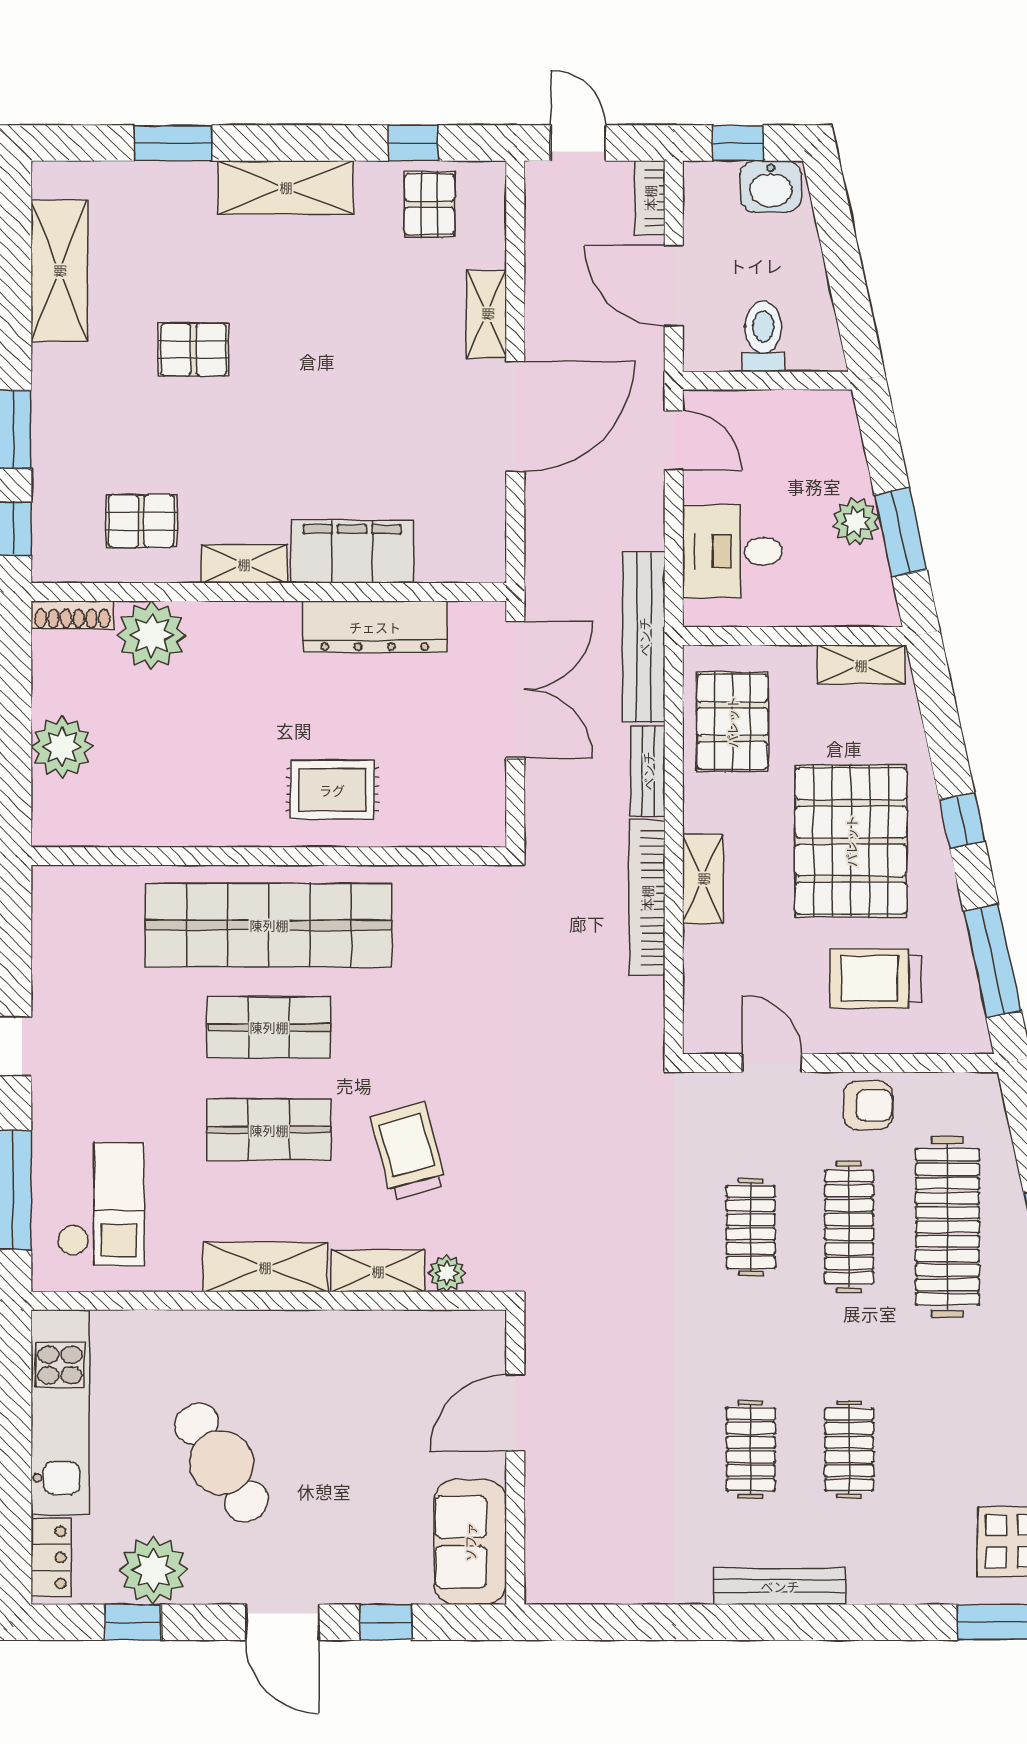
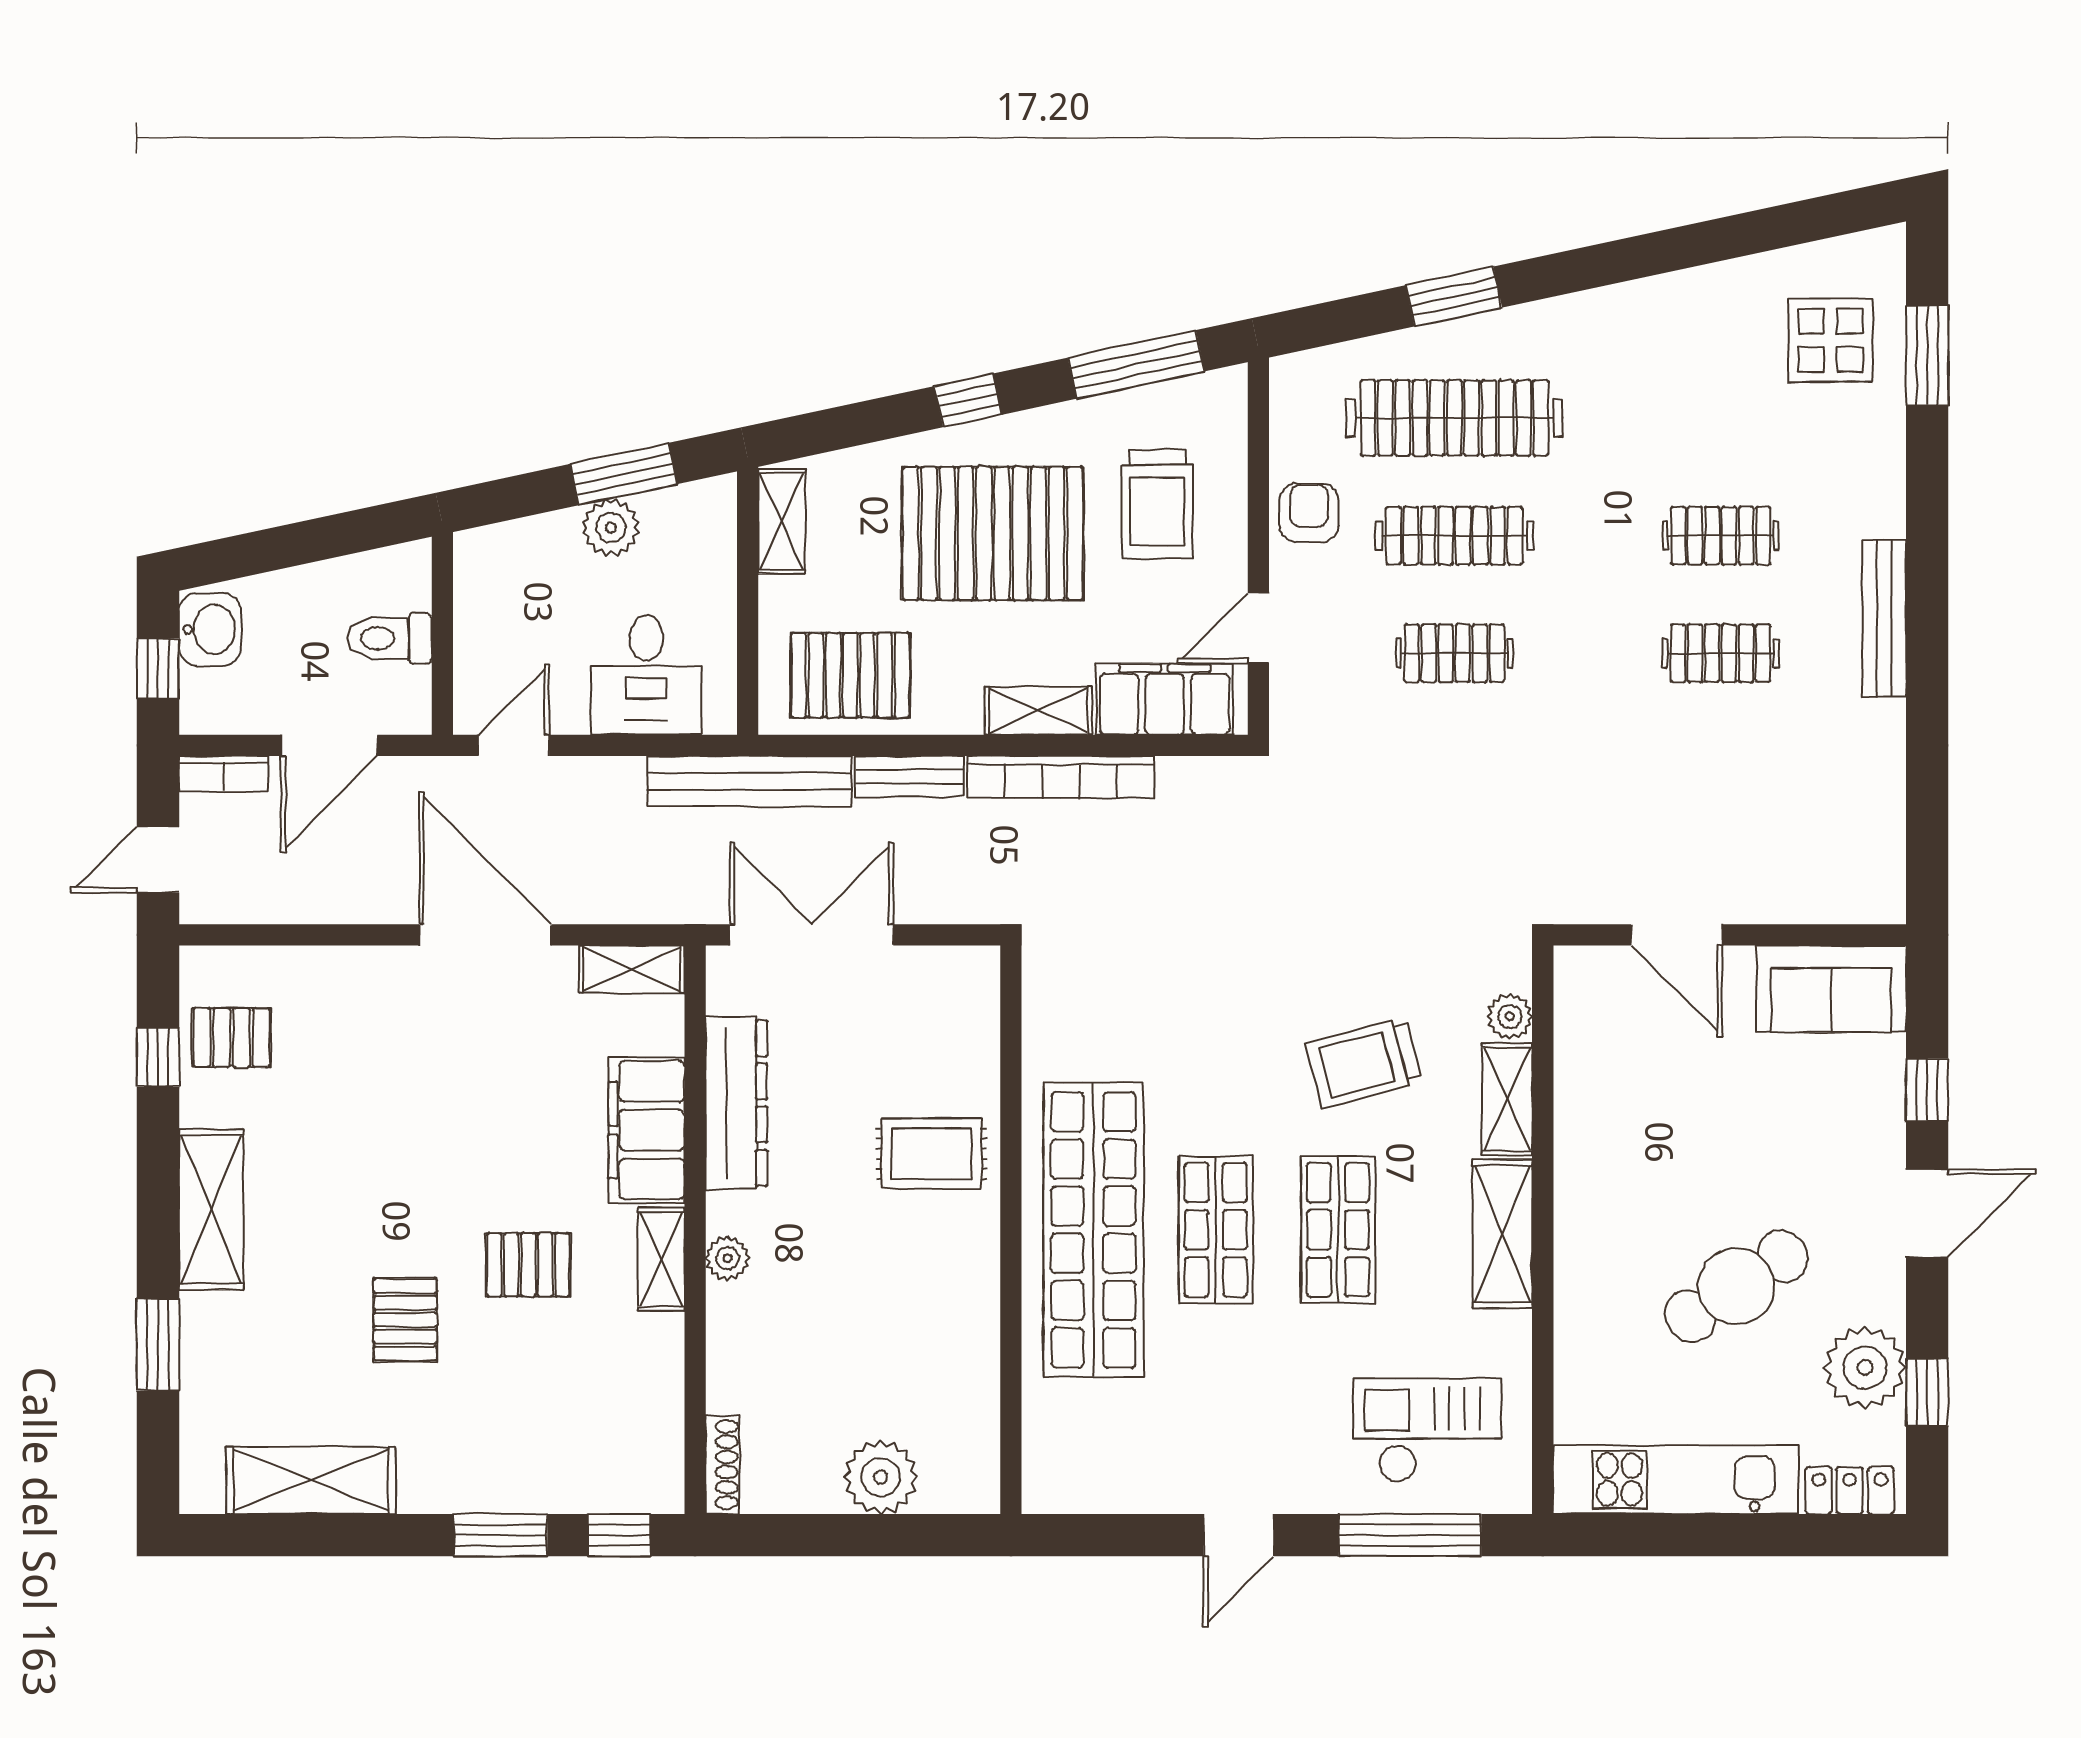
shelving: (487, 314) -> (632, 969), moved
pallet: (141, 521) -> (528, 1265), moved, turned 90
plant: (152, 635) -> (727, 1258), moved, width x0.53, depth x0.53
rug: (332, 790) -> (932, 1154), turned 90
filing cabinet: (712, 985) -> (1165, 699), added

